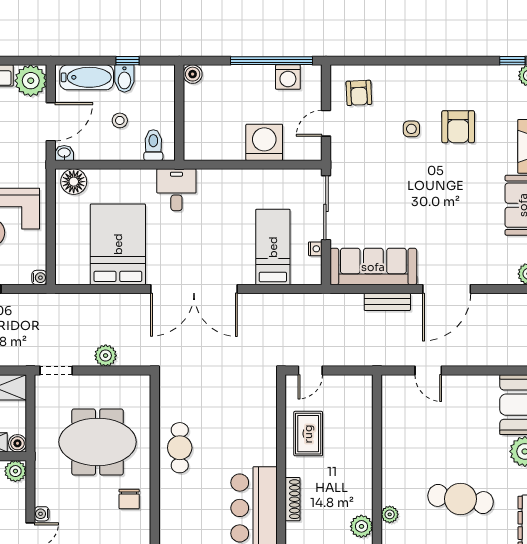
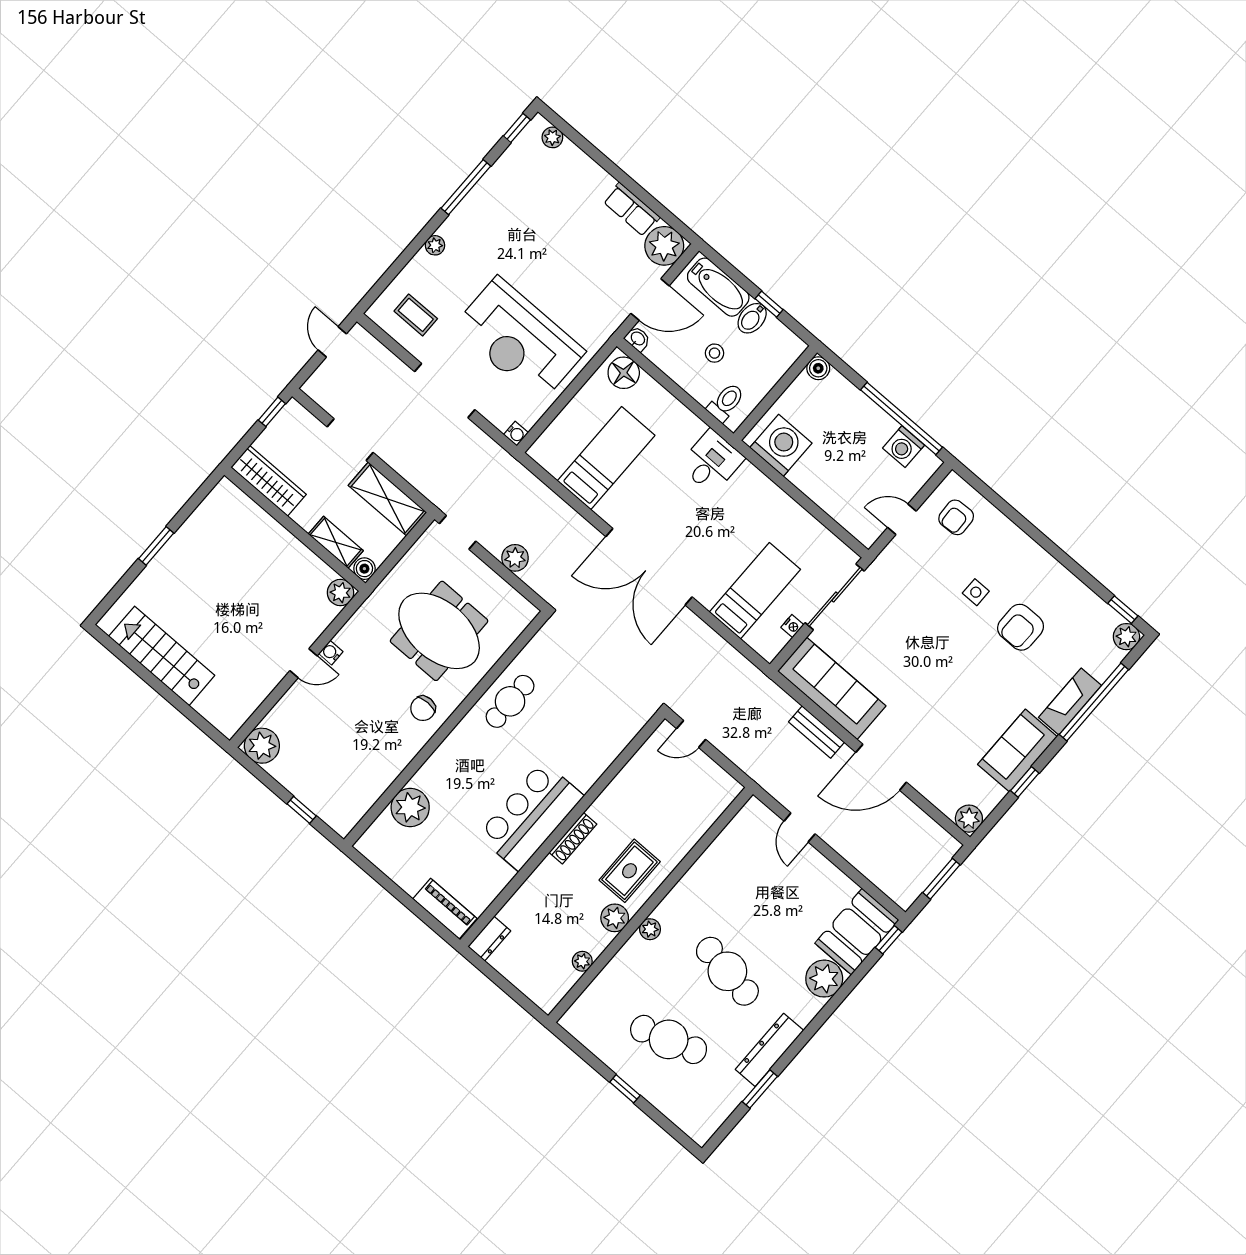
washing machine: (264, 142) -> (781, 445), moved
bed: (118, 244) -> (606, 458), width x0.67
rug: (308, 434) -> (630, 871), moved

